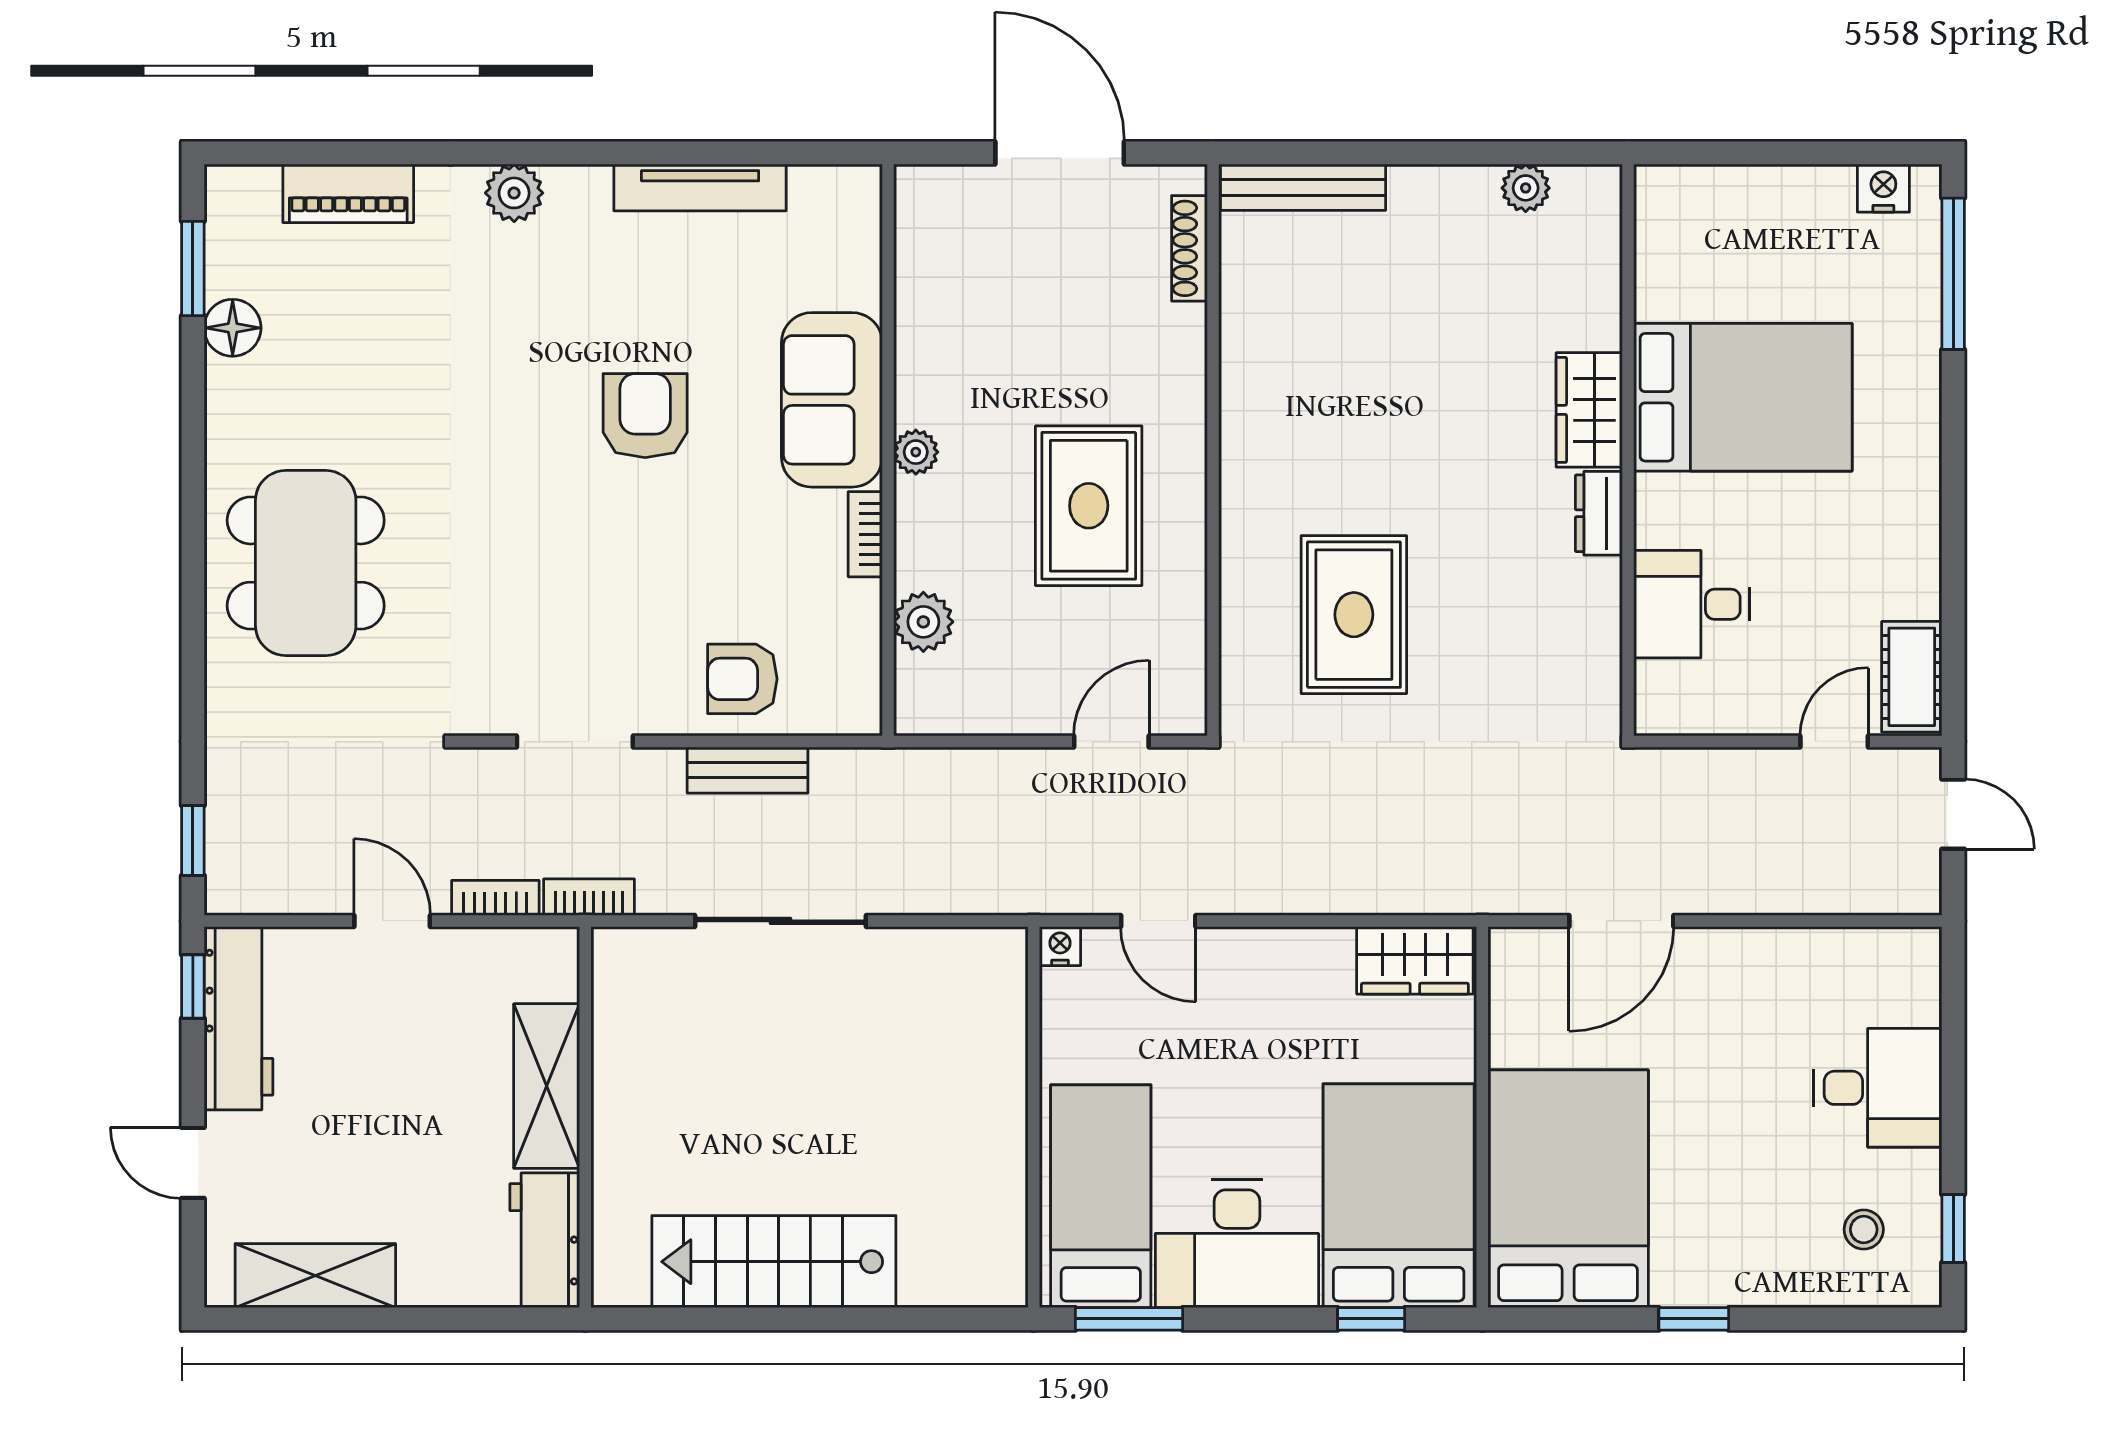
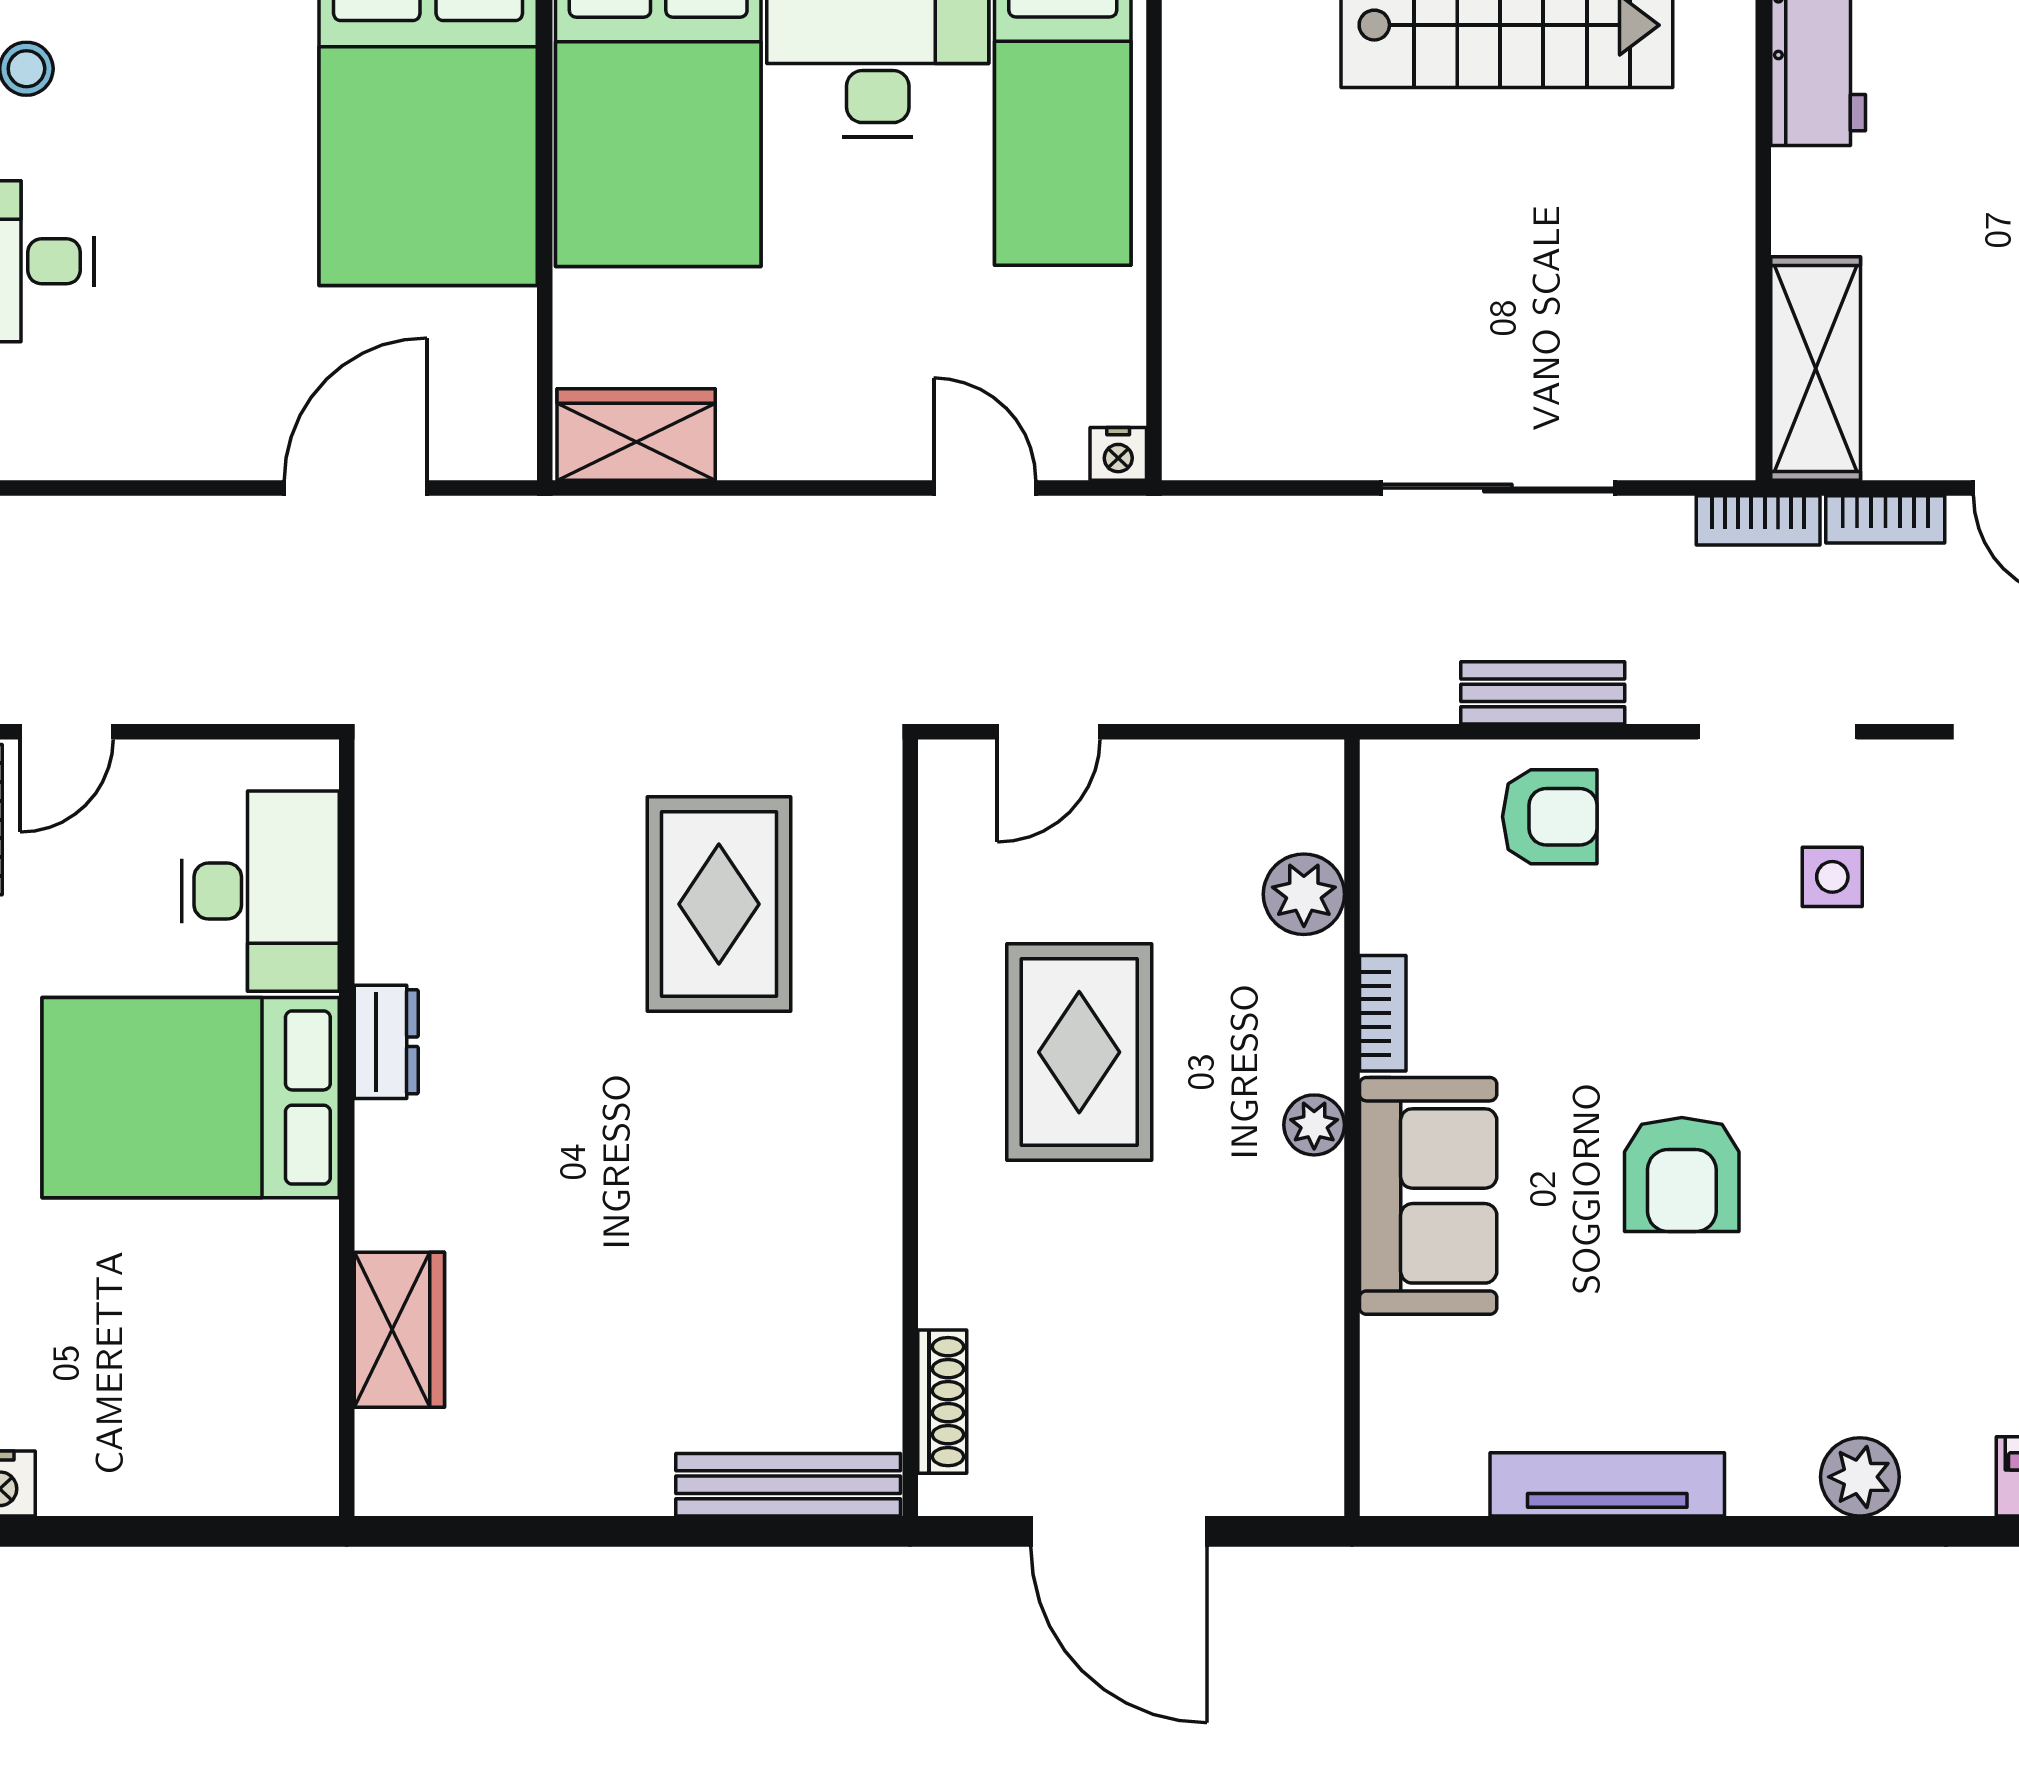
plant: (1526, 188) -> (486, 1484), removed
bed: (1743, 397) -> (191, 1098), moved
wardrobe: (1589, 410) -> (399, 1330), moved
desk: (1692, 604) -> (260, 891), width x1.37
side table: (534, 635) -> (1832, 877), added
shelving: (547, 1086) -> (1816, 368), moved

